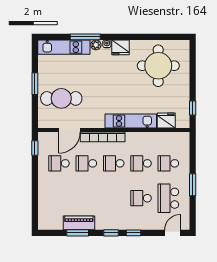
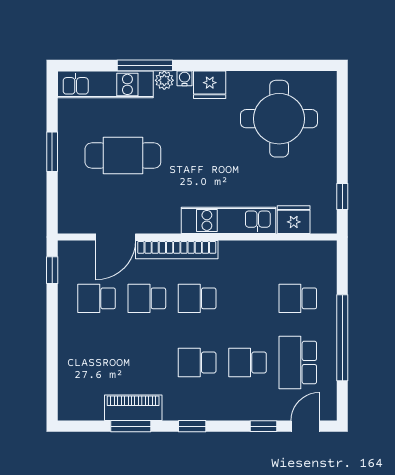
cafe table: (61, 98) -> (123, 156), moved
school desk: (141, 163) -> (197, 362), moved
window: (193, 185) -> (342, 338), width x2.11
window: (133, 233) -> (263, 426), moved

